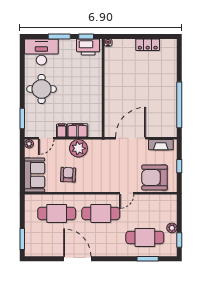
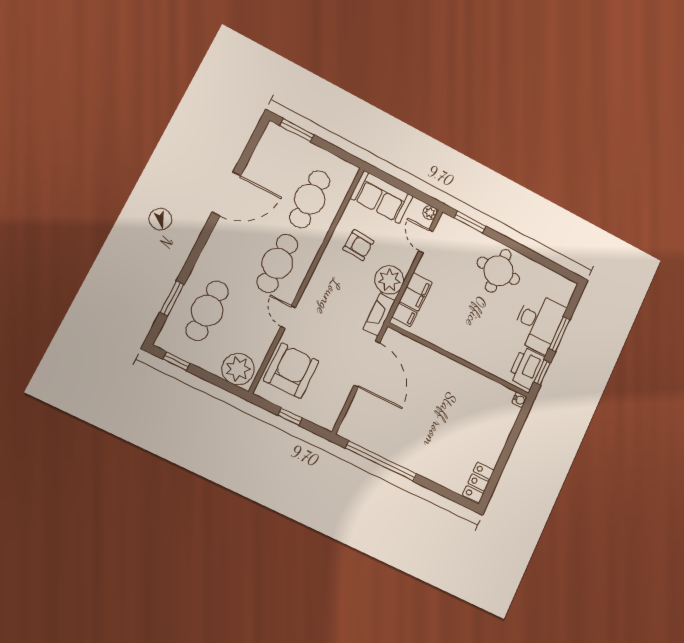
locker: (148, 45) -> (478, 483), moved
desk: (41, 52) -> (538, 323), moved
filing cabinet: (62, 131) -> (404, 315), moved
fireplace: (161, 145) -> (379, 315), moved
plant: (172, 228) -> (238, 369), moved, width x1.87, depth x1.87

